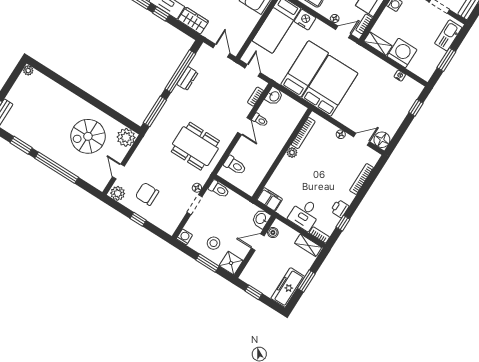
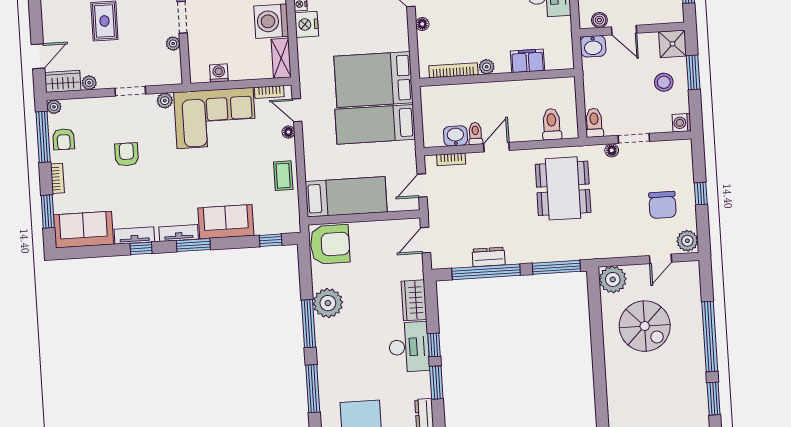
nightstand: (305, 20) -> (307, 24), moved
washbasin: (274, 96) -> (455, 136), moved
filing cabinet: (269, 199) -> (528, 61), moved, turned 90

